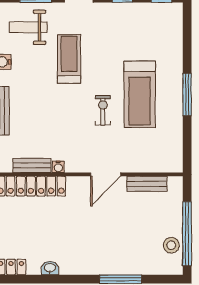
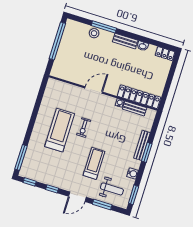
treadmill: (69, 59) -> (94, 163), turned 180
window: (187, 94) -> (21, 158), moved
bench: (147, 184) -> (125, 41), moved
stool: (171, 245) -> (94, 33), moved

